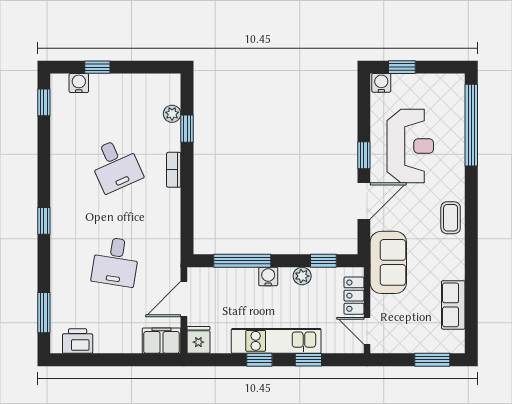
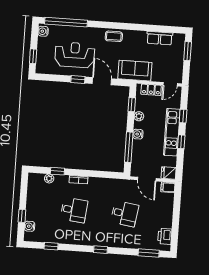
water cooler: (381, 83) -> (43, 31), moved
window: (44, 102) -> (51, 246), moved
desk: (115, 165) -> (74, 210), turned 30
filing cabinet: (162, 341) -> (168, 187), width x0.50

